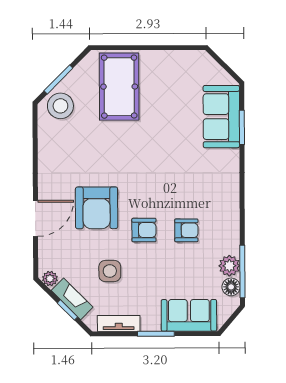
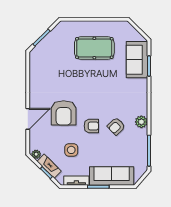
pool table: (119, 87) -> (94, 48), moved, turned 90
stool: (60, 106) -> (43, 53), removed
armchair: (186, 230) -> (116, 126), turned 136
plant: (229, 266) -> (141, 122), moved
floor lamp: (231, 287) -> (142, 160), removed
sofa: (189, 315) -> (112, 176), width x1.36

